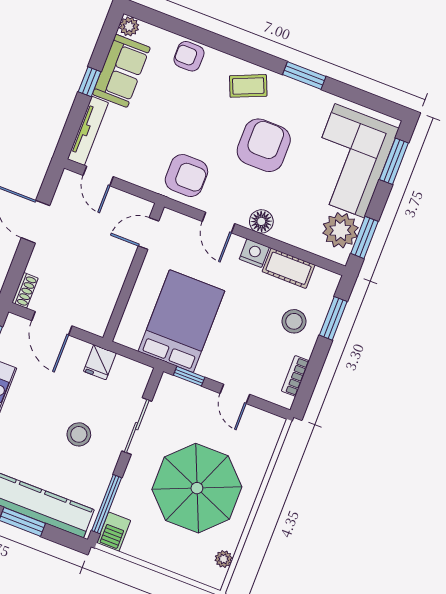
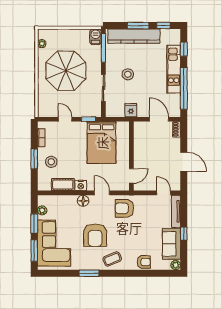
plant: (340, 230) -> (42, 210), width x0.53, depth x0.53
window: (365, 237) -> (34, 223), moved
window: (333, 318) -> (34, 159), moved

